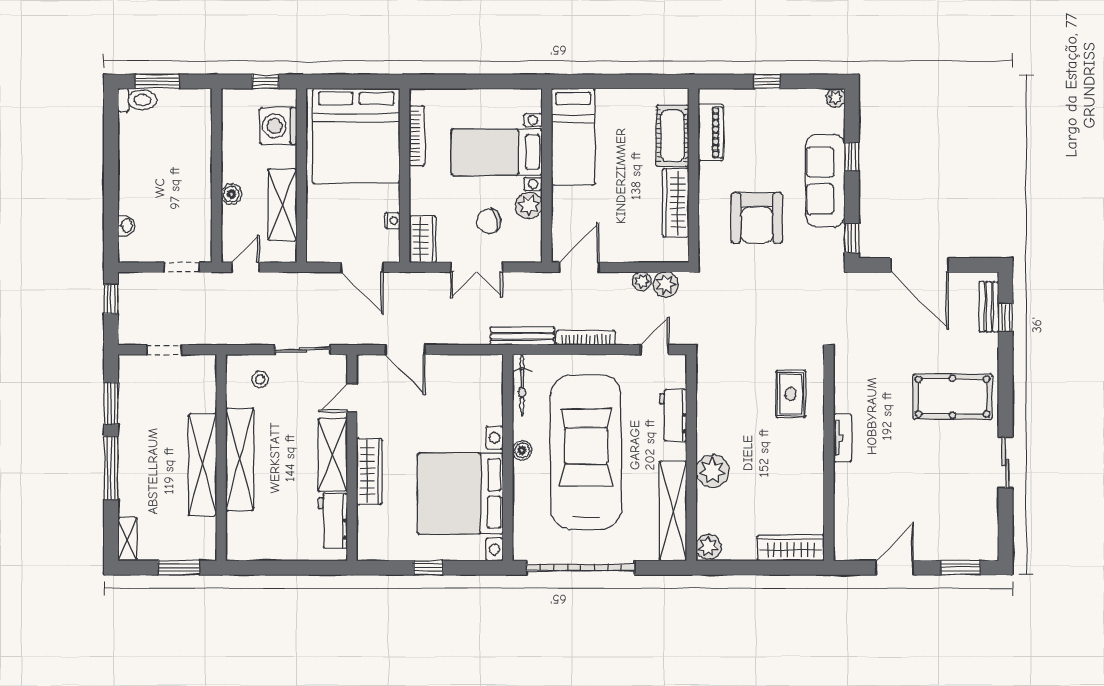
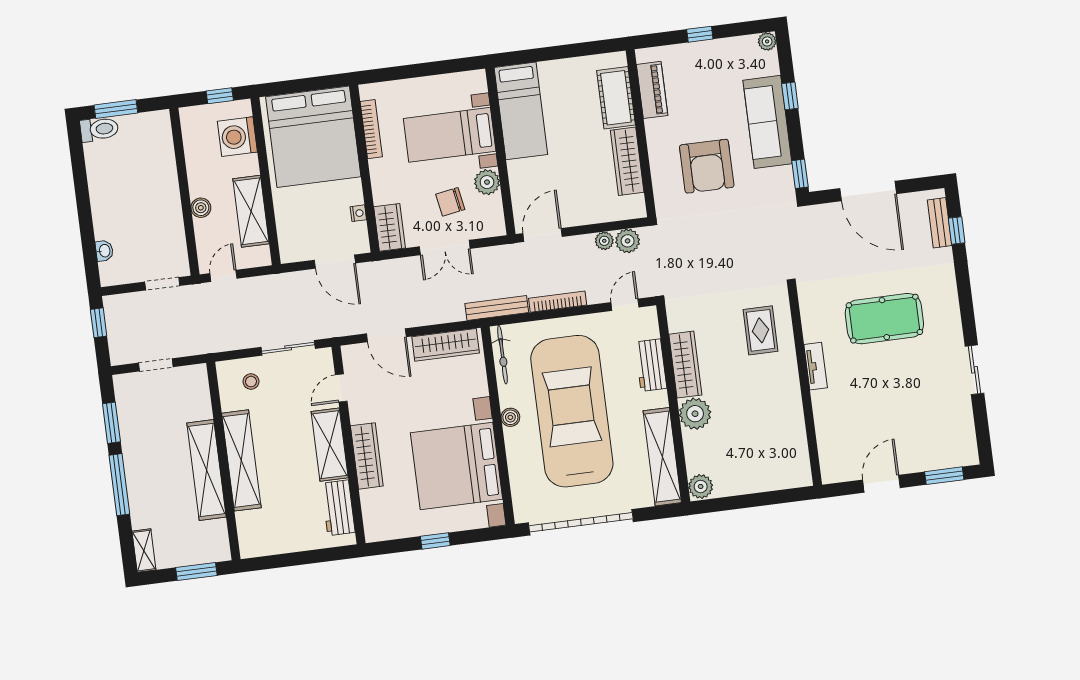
wardrobe: (465, 367) -> (446, 345), added
pool table: (953, 397) -> (884, 319), moved
wardrobe: (791, 548) -> (685, 365), moved, turned 90

